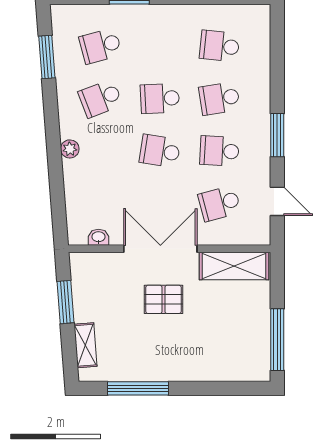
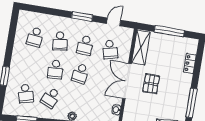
school desk: (100, 98) -> (51, 98), turned 45
window: (277, 340) -> (169, 31), moved
locker: (218, 372) -> (190, 63), added

